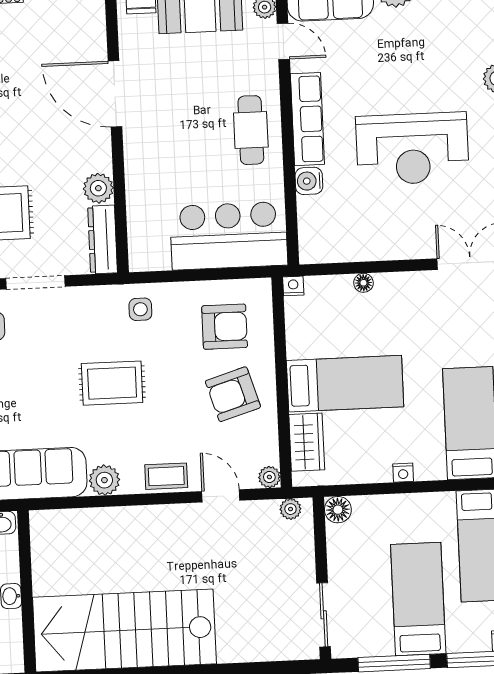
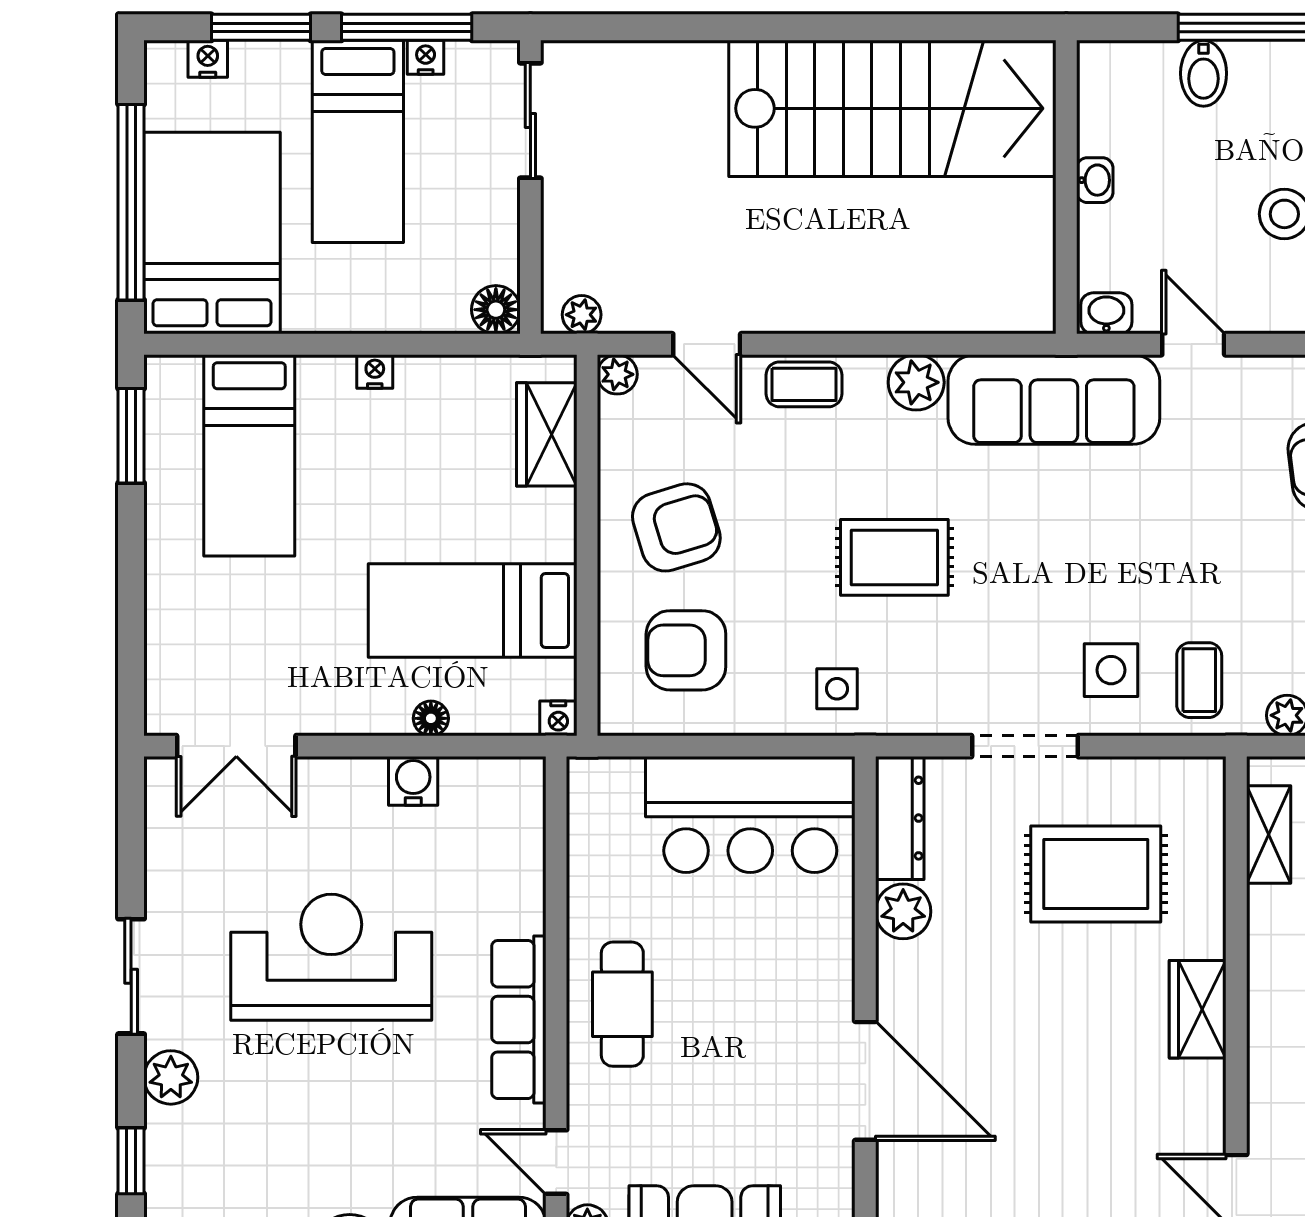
water cooler: (309, 181) -> (413, 781), moved, turned -90
bar counter: (229, 236) -> (750, 815), moved
bed: (345, 384) -> (473, 610), moved
nightstand: (383, 647) -> (426, 57), added

